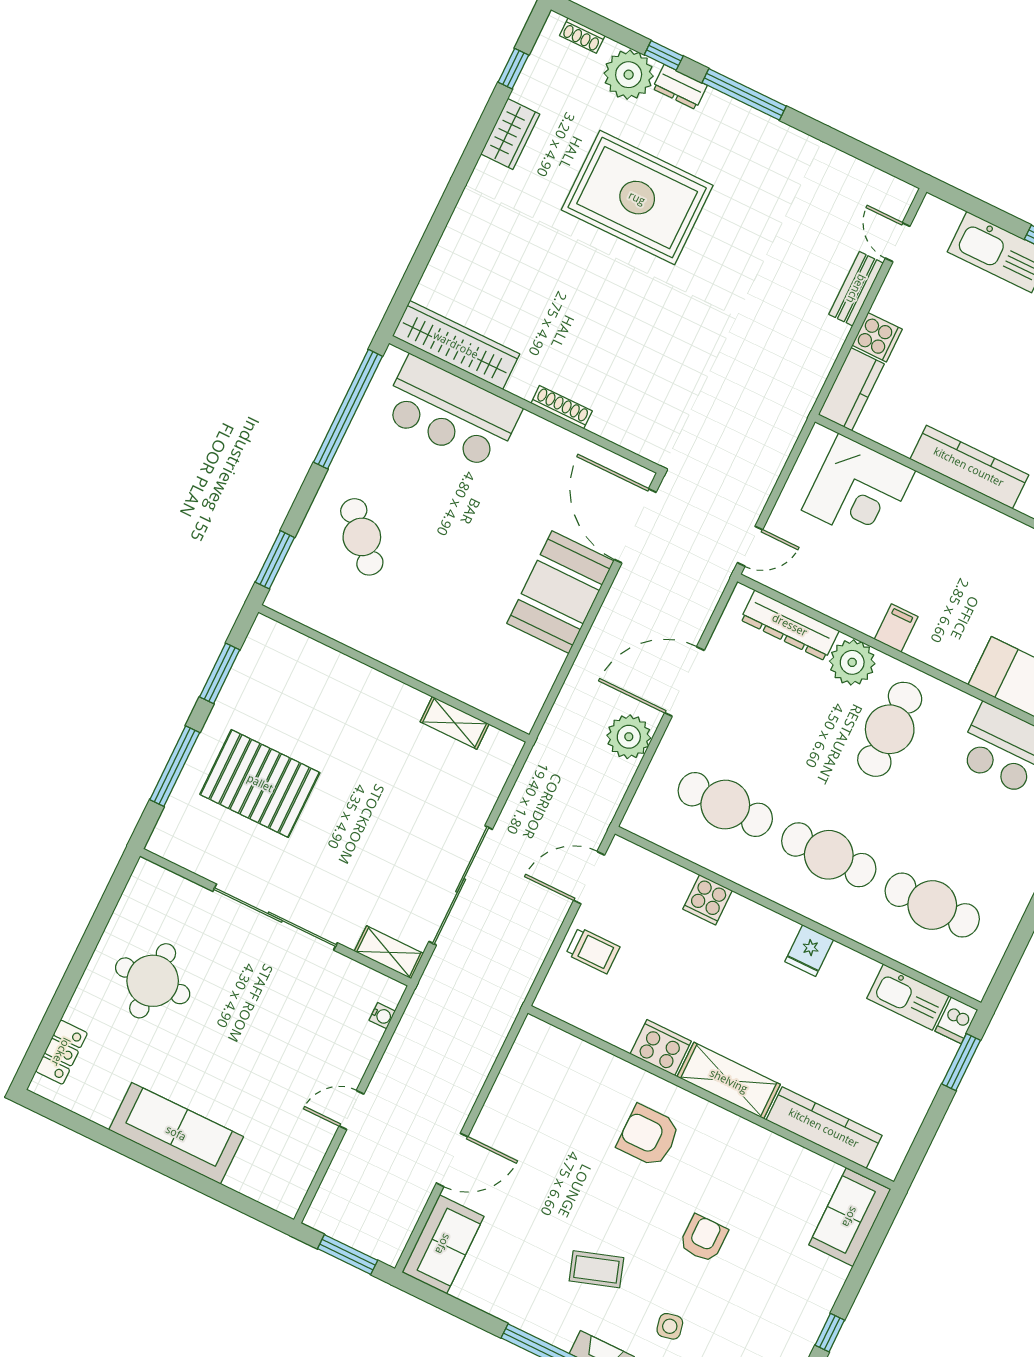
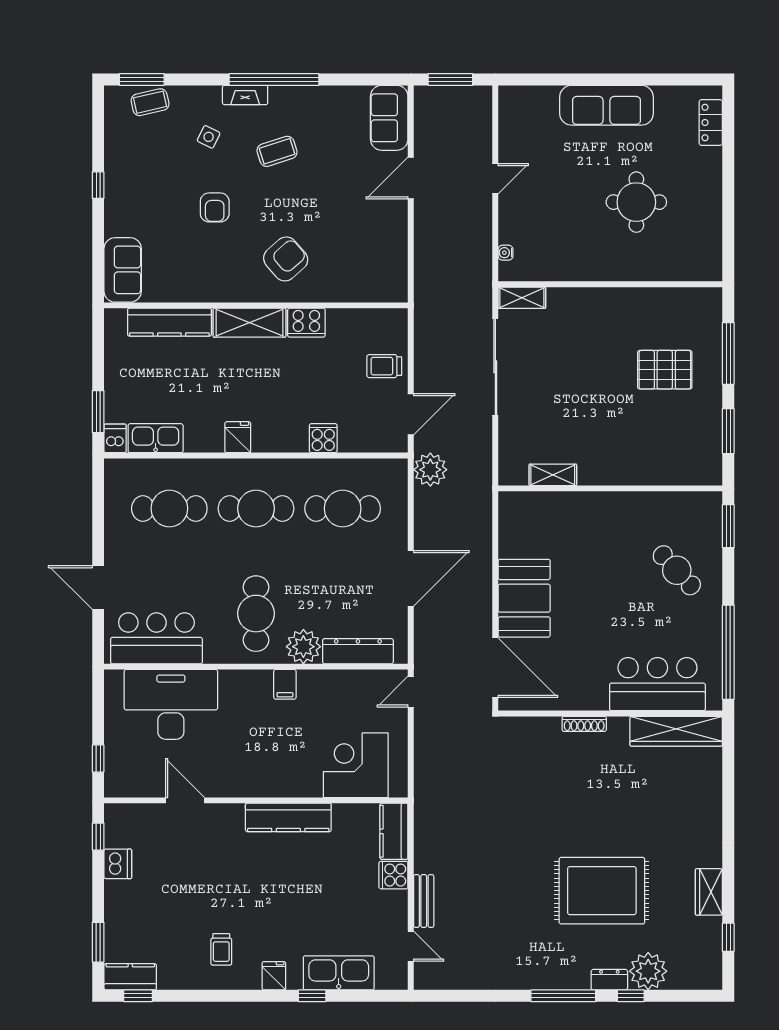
shoe rack: (582, 36) -> (692, 982), removed
plant: (629, 737) -> (430, 470), moved
pallet: (260, 783) -> (665, 370), width x0.73, depth x0.71
sliding door: (275, 917) -> (610, 284), removed
round table: (153, 981) -> (636, 202), moved
armchair: (649, 1136) -> (286, 259), turned -41
side table: (670, 1326) -> (209, 137), turned 38

